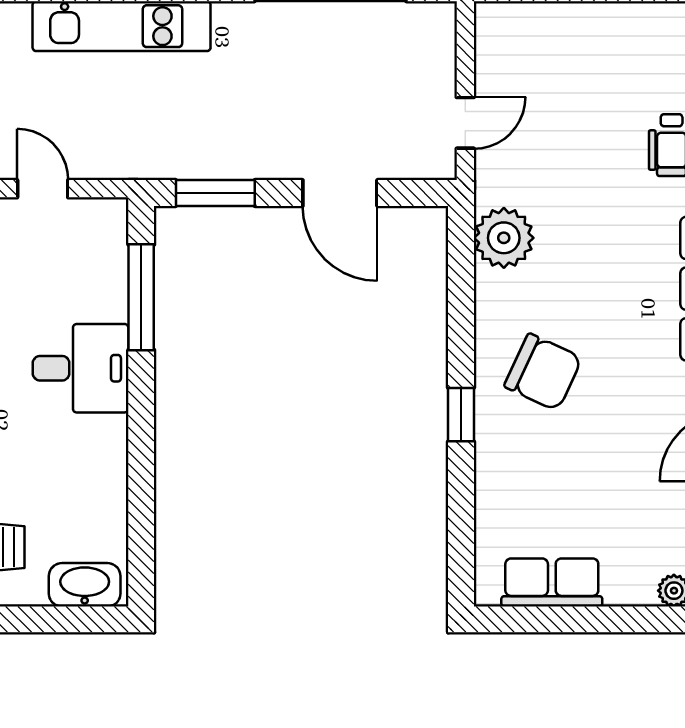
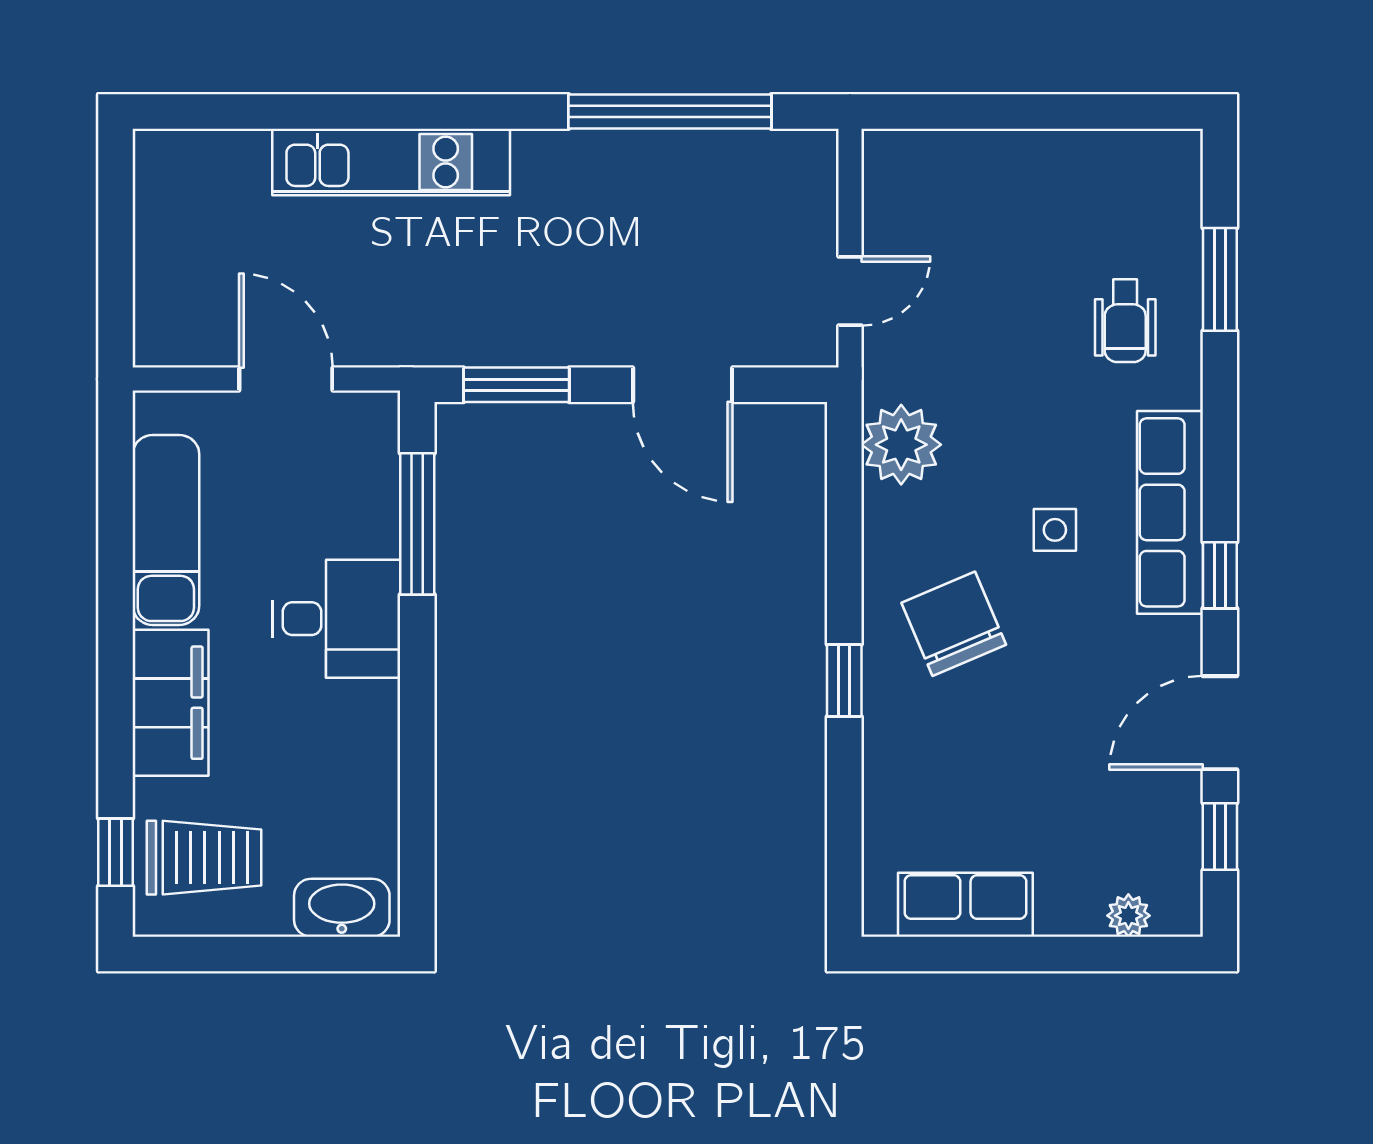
door: (43, 189) -> (286, 379), width x1.38
side table: (619, 302) -> (1055, 530), added
chair: (543, 372) -> (954, 624), turned -138

